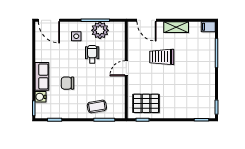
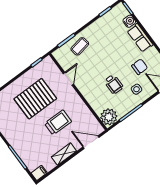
plant: (100, 30) -> (109, 117), moved
door: (126, 68) -> (68, 79), moved
chair: (68, 83) -> (140, 67), moved
pallet: (146, 103) -> (35, 99), moved, width x1.37, depth x1.41

